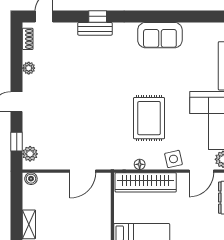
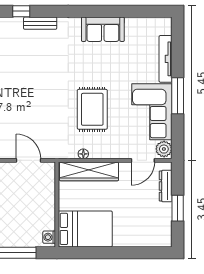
window: (98, 16) -> (21, 11), moved
side table: (173, 159) -> (116, 149), removed
door: (83, 171) -> (28, 160), swing flipped

